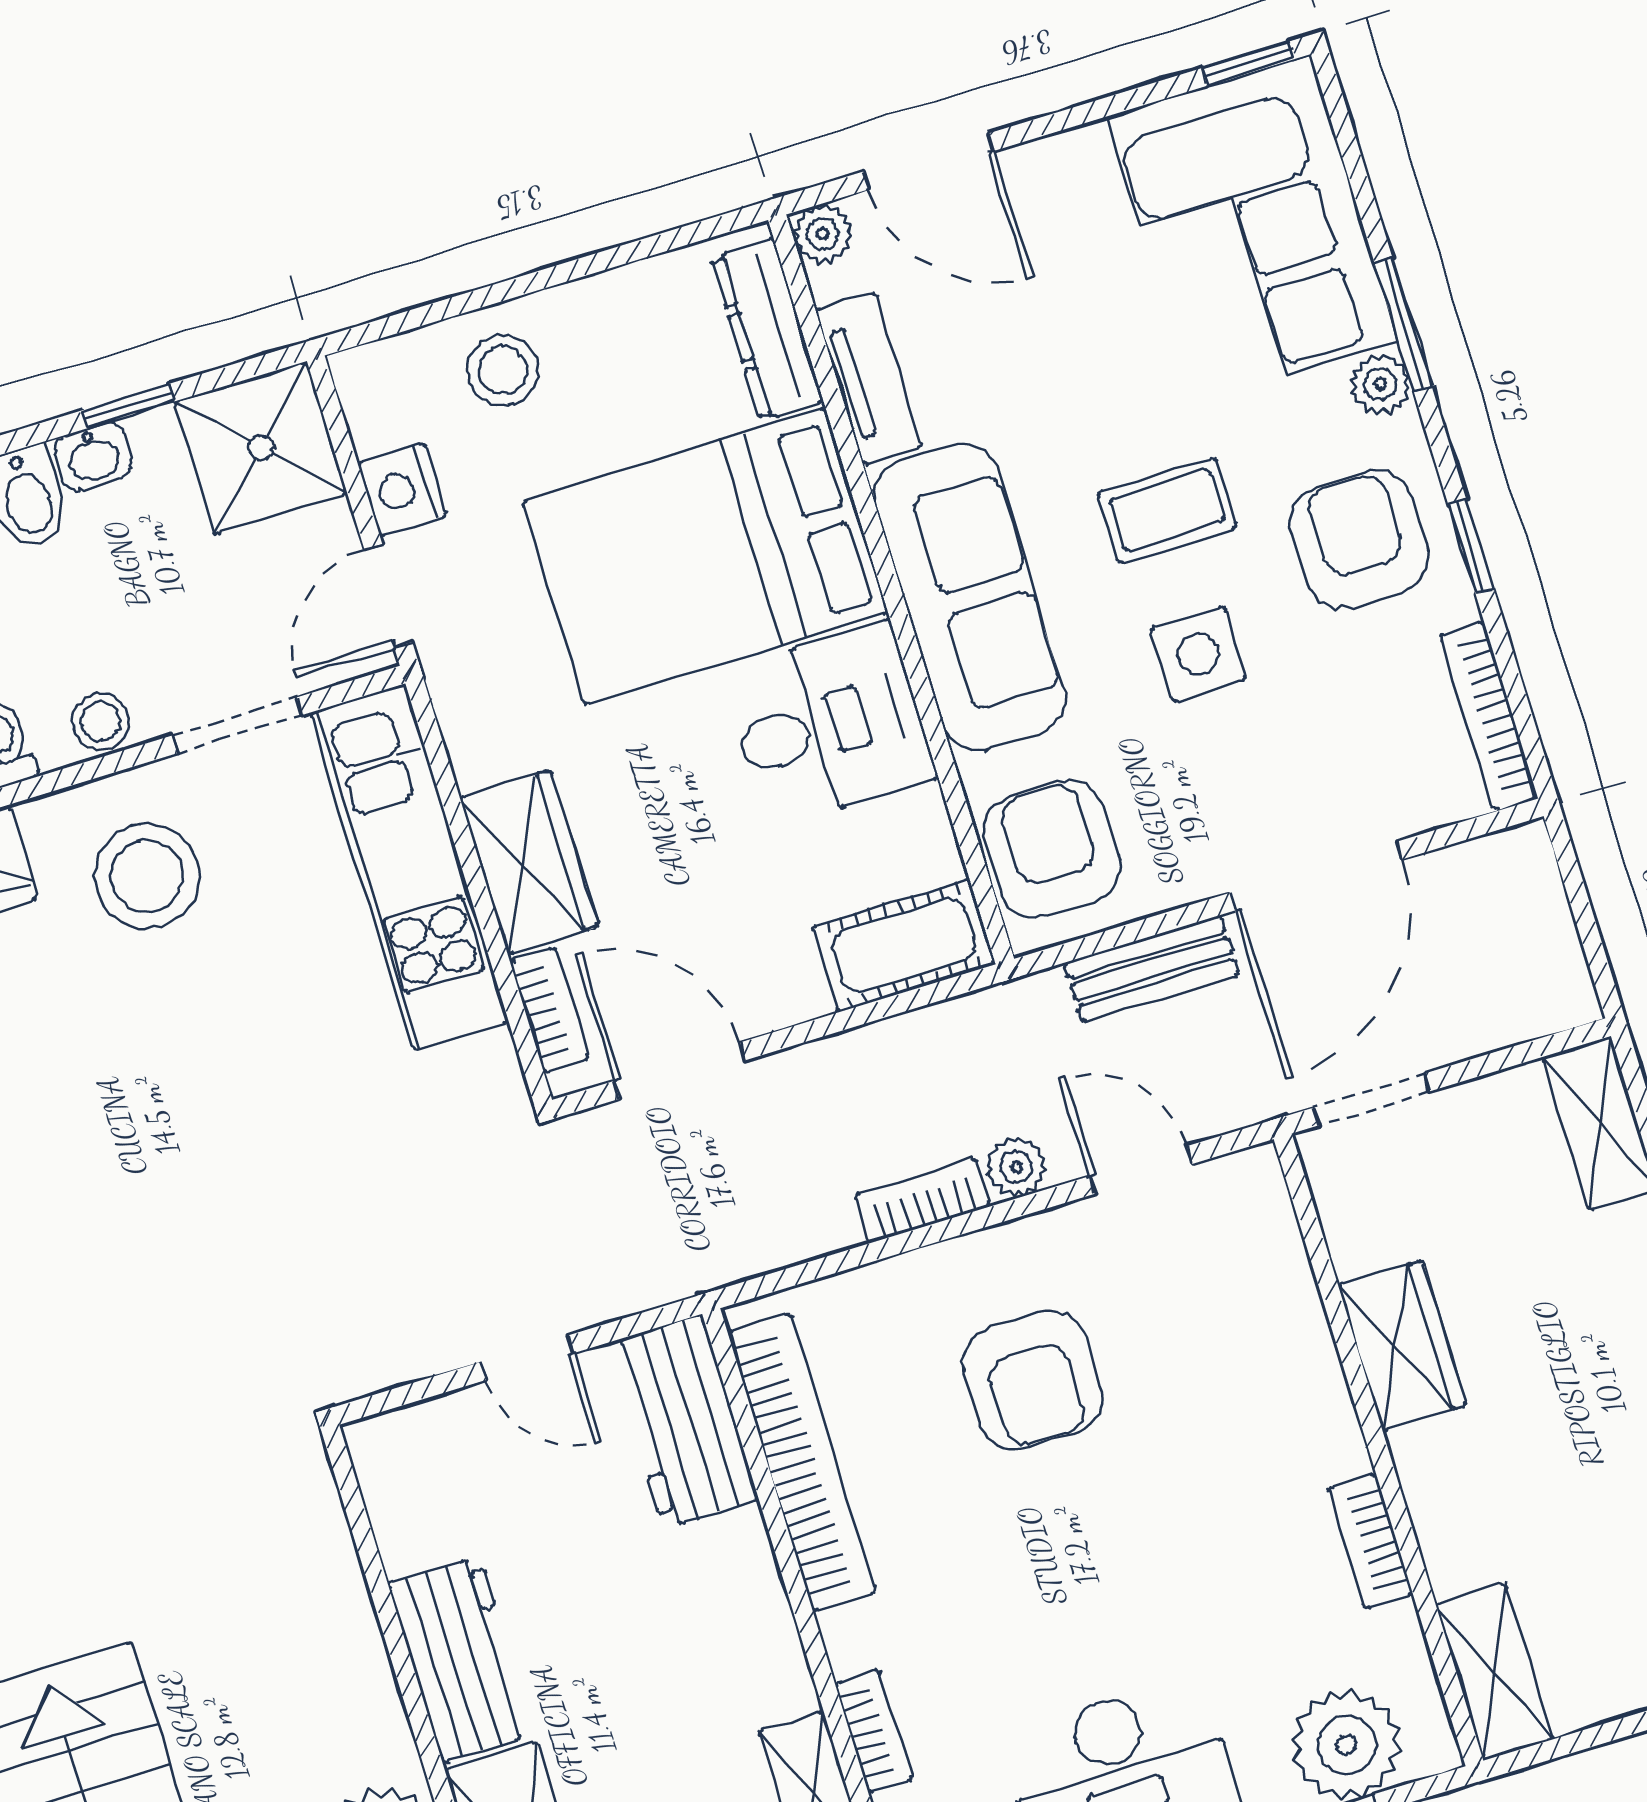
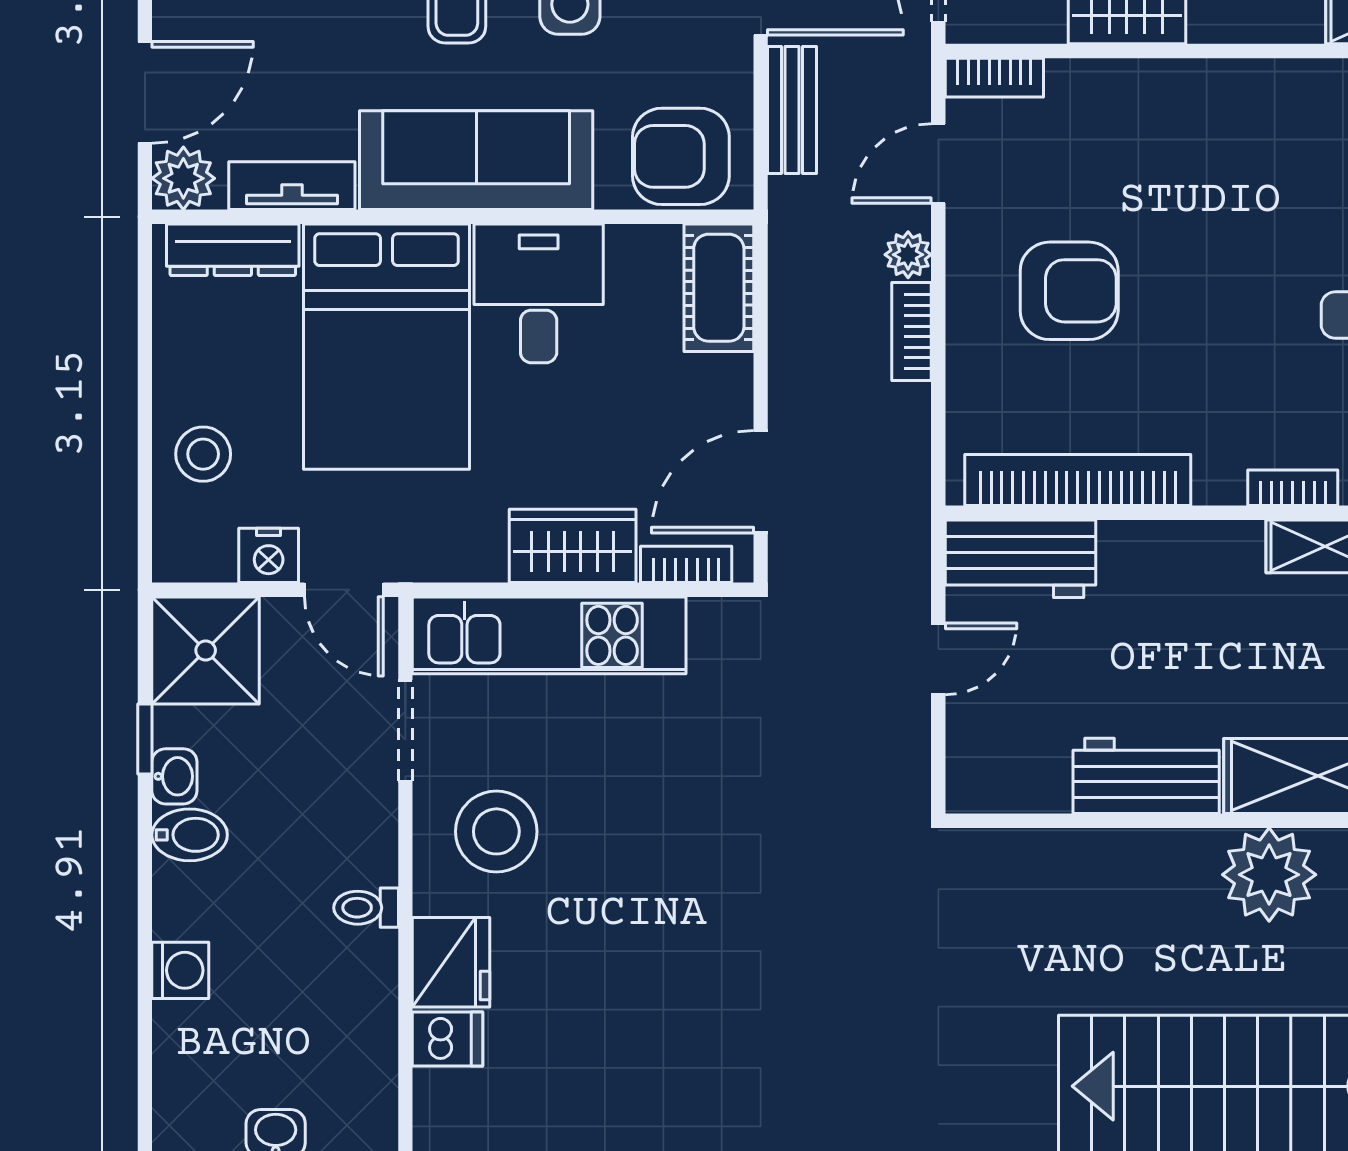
plant: (823, 234) -> (183, 178), width x1.38, depth x1.38
stool: (101, 721) -> (372, 831), removed
bookcase: (1370, 1541) -> (994, 78), moved

